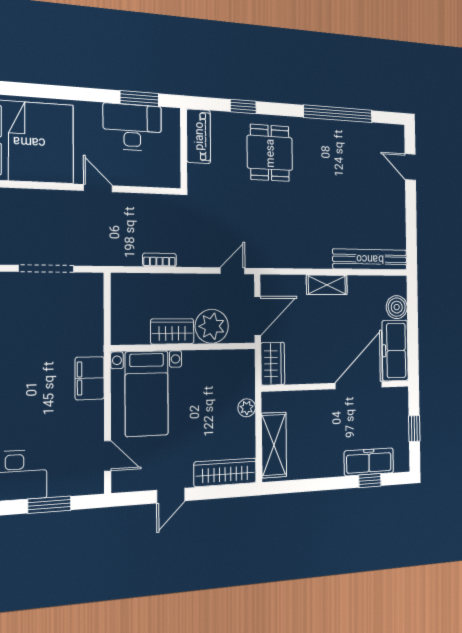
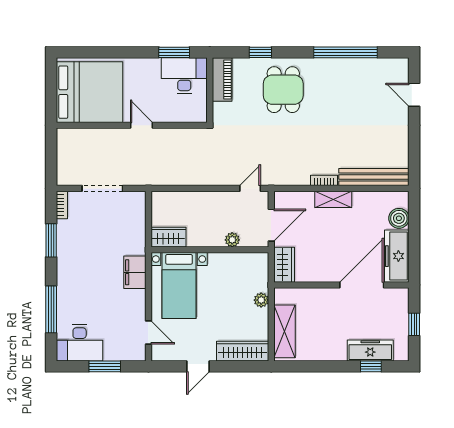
desk: (132, 127) -> (184, 76), moved
bookcase: (160, 260) -> (324, 180), moved
plant: (212, 326) -> (232, 240), width x0.53, depth x0.53
wardrobe: (172, 331) -> (168, 237), moved

